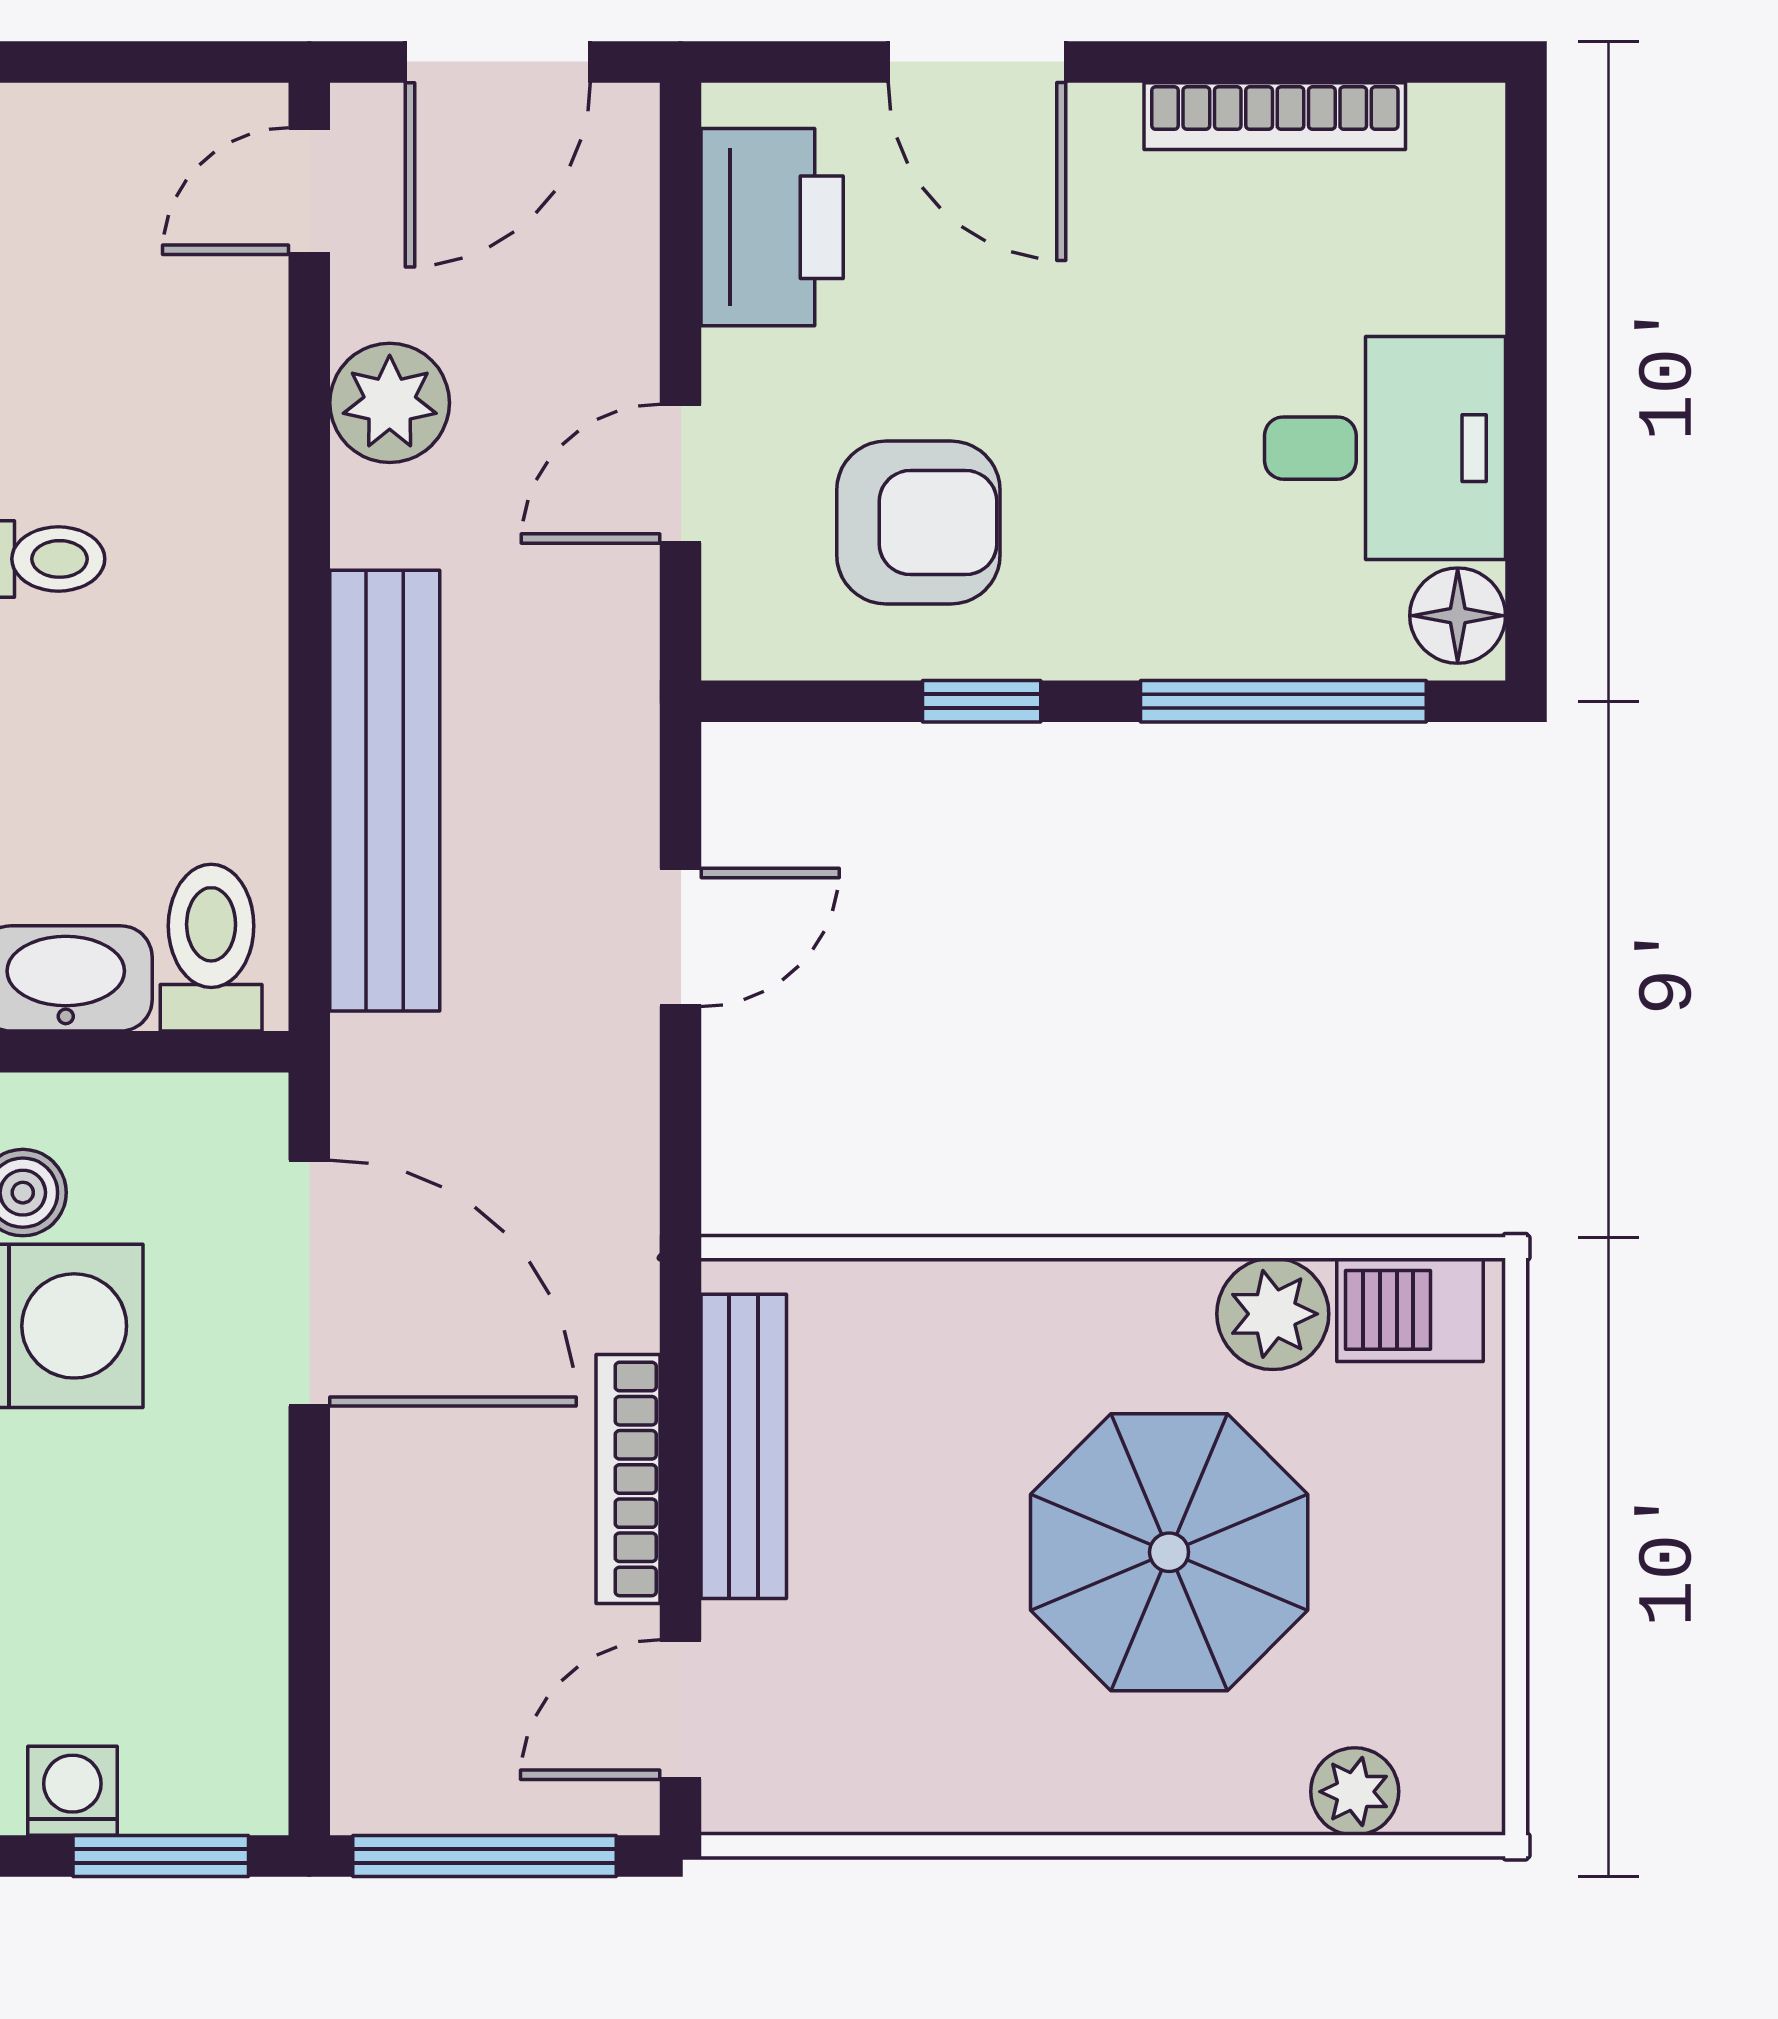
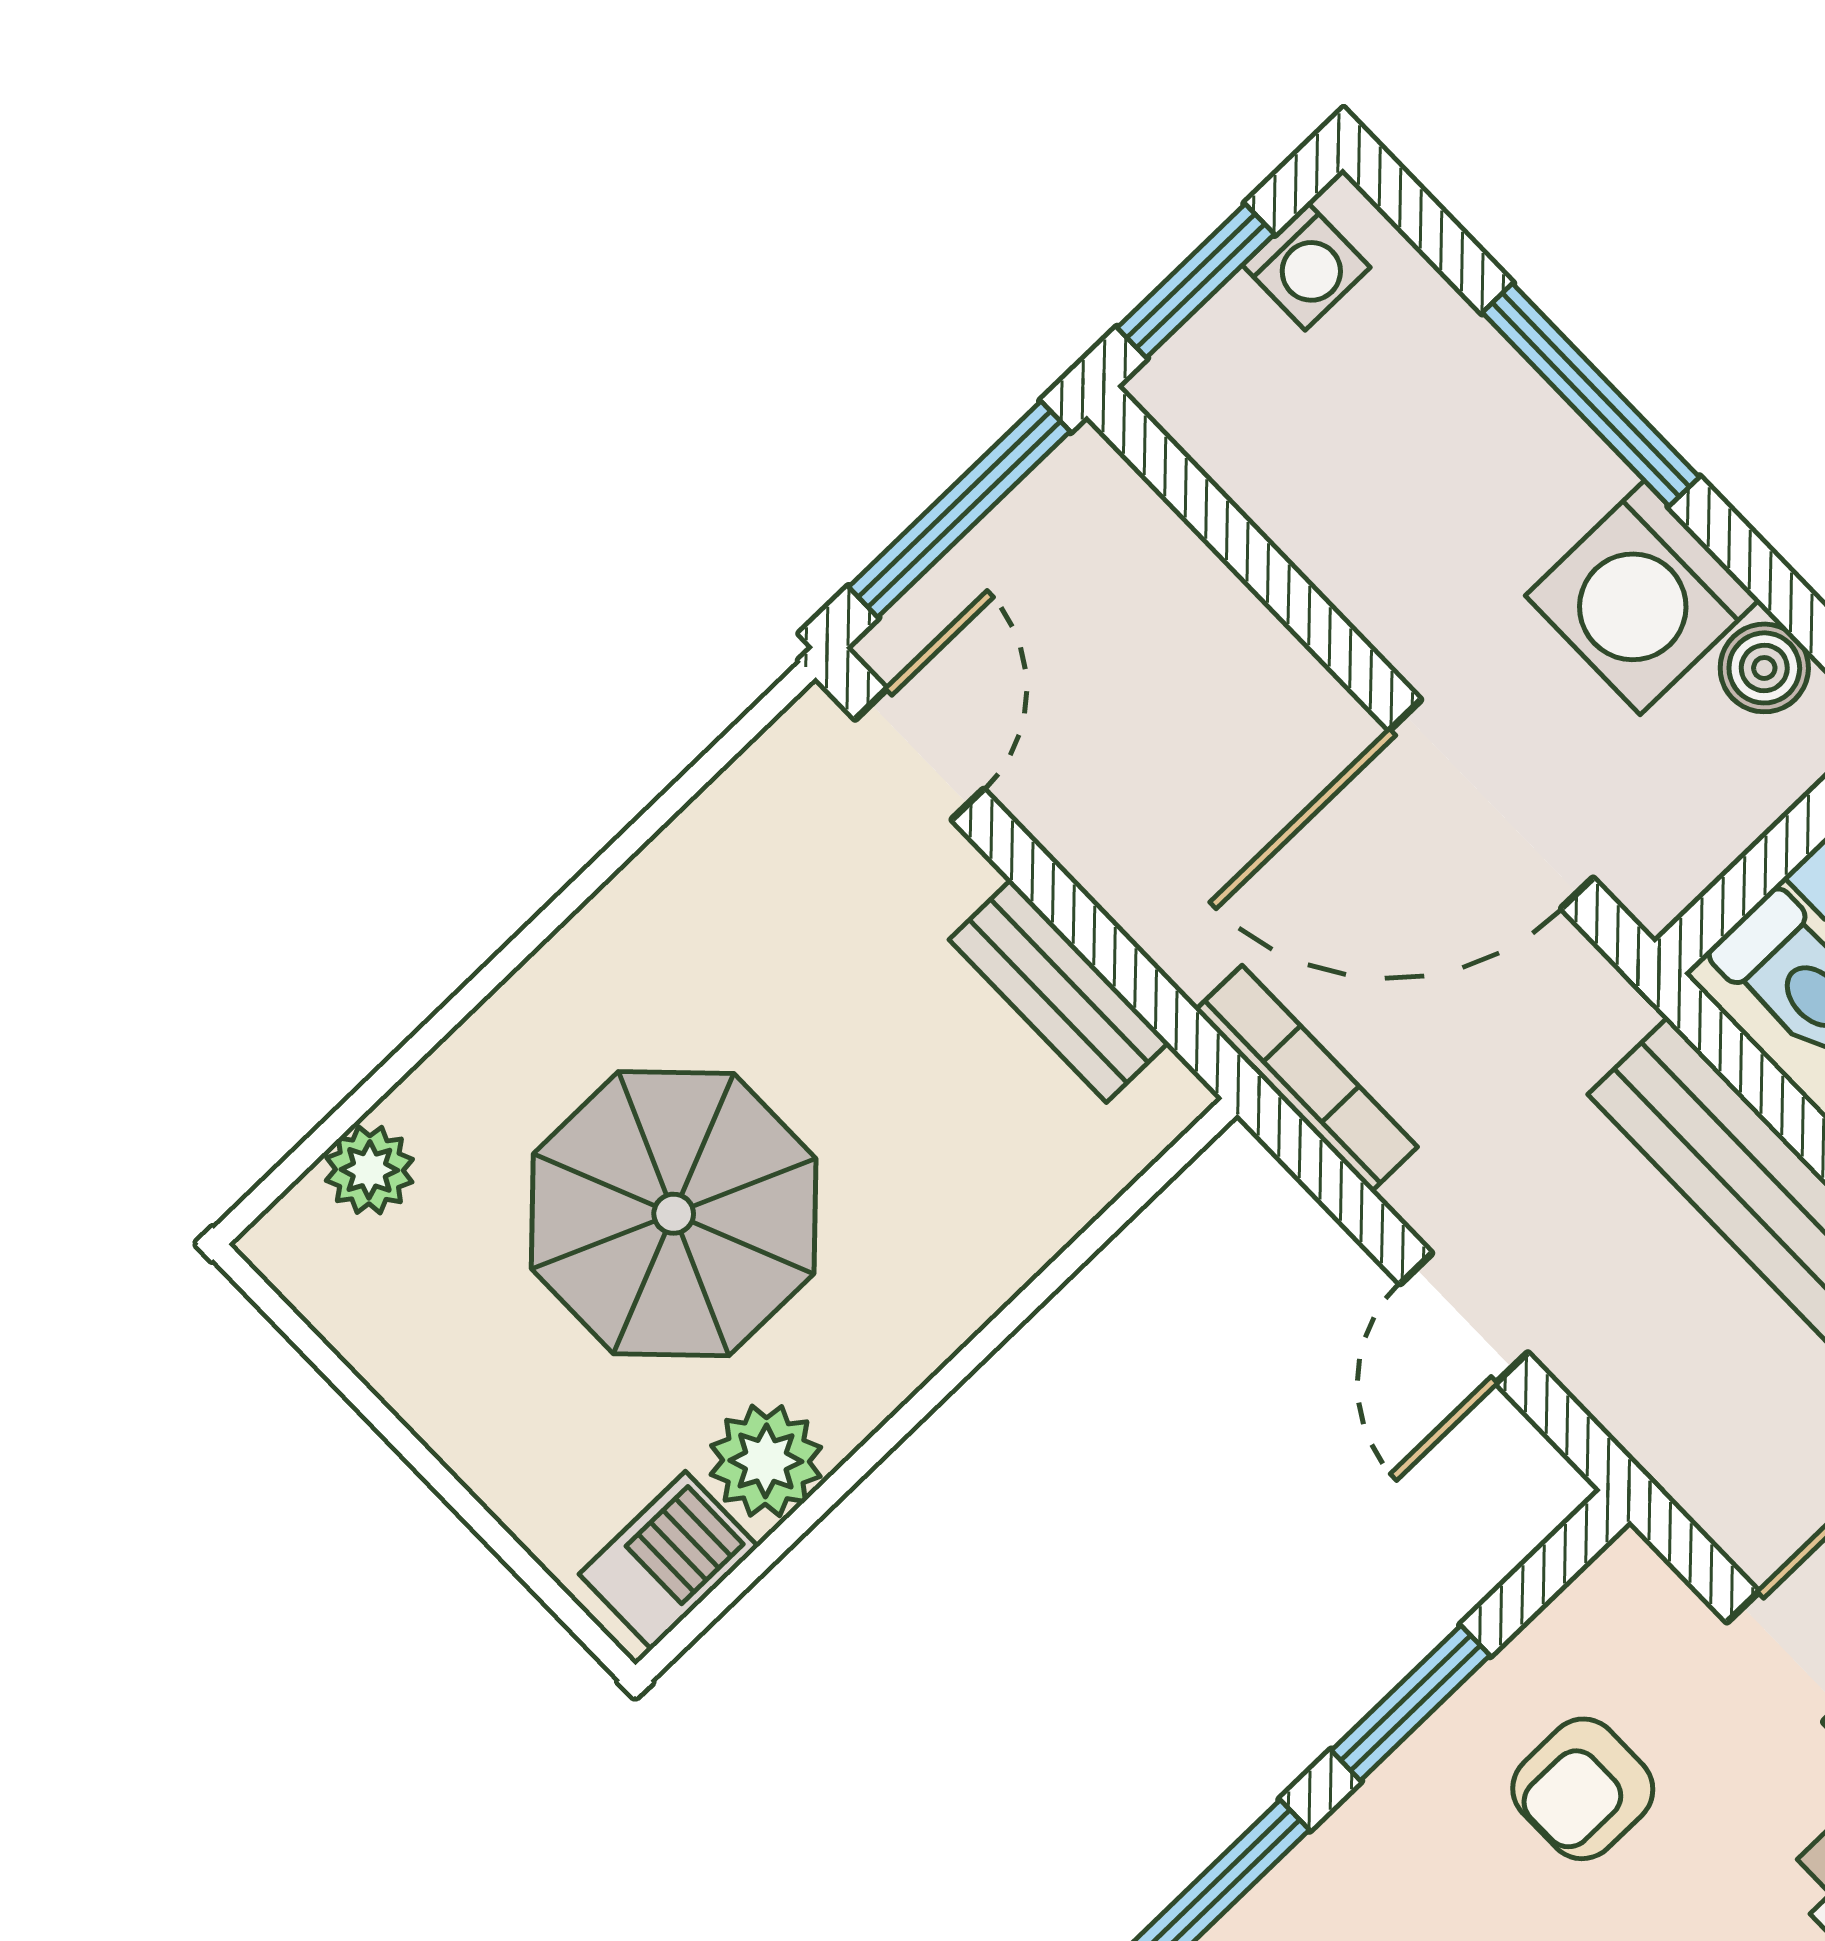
armchair: (918, 523) -> (1583, 1789), width x0.72, depth x0.72
window: (982, 701) -> (1411, 1703), width x1.50
bench: (744, 1446) -> (1059, 991), width x0.73
bookcase: (628, 1479) -> (1307, 1078), moved

